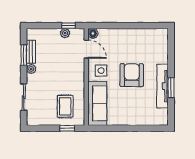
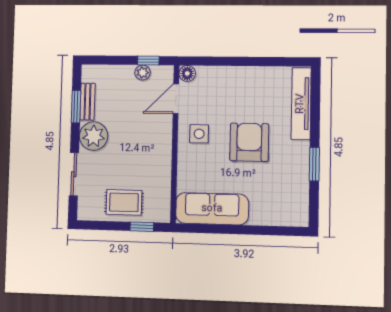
door: (86, 49) -> (176, 99), swing flipped
plant: (31, 69) -> (94, 136), width x1.88, depth x1.88
tv unit: (163, 86) -> (301, 104), moved
sofa: (97, 103) -> (212, 209), moved, turned -90
rug: (65, 106) -> (124, 202), moved, turned 90

